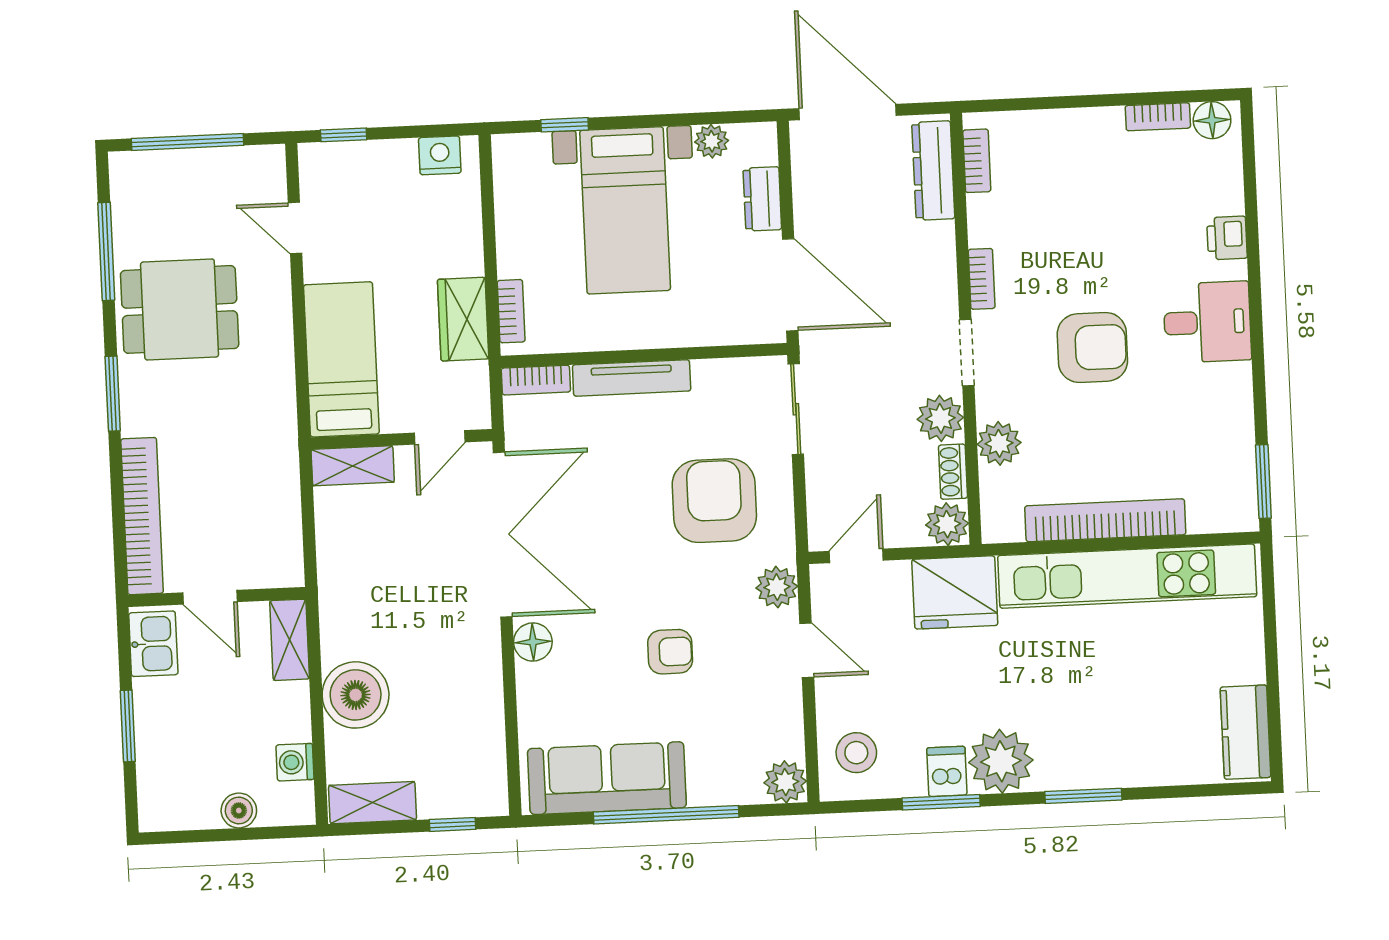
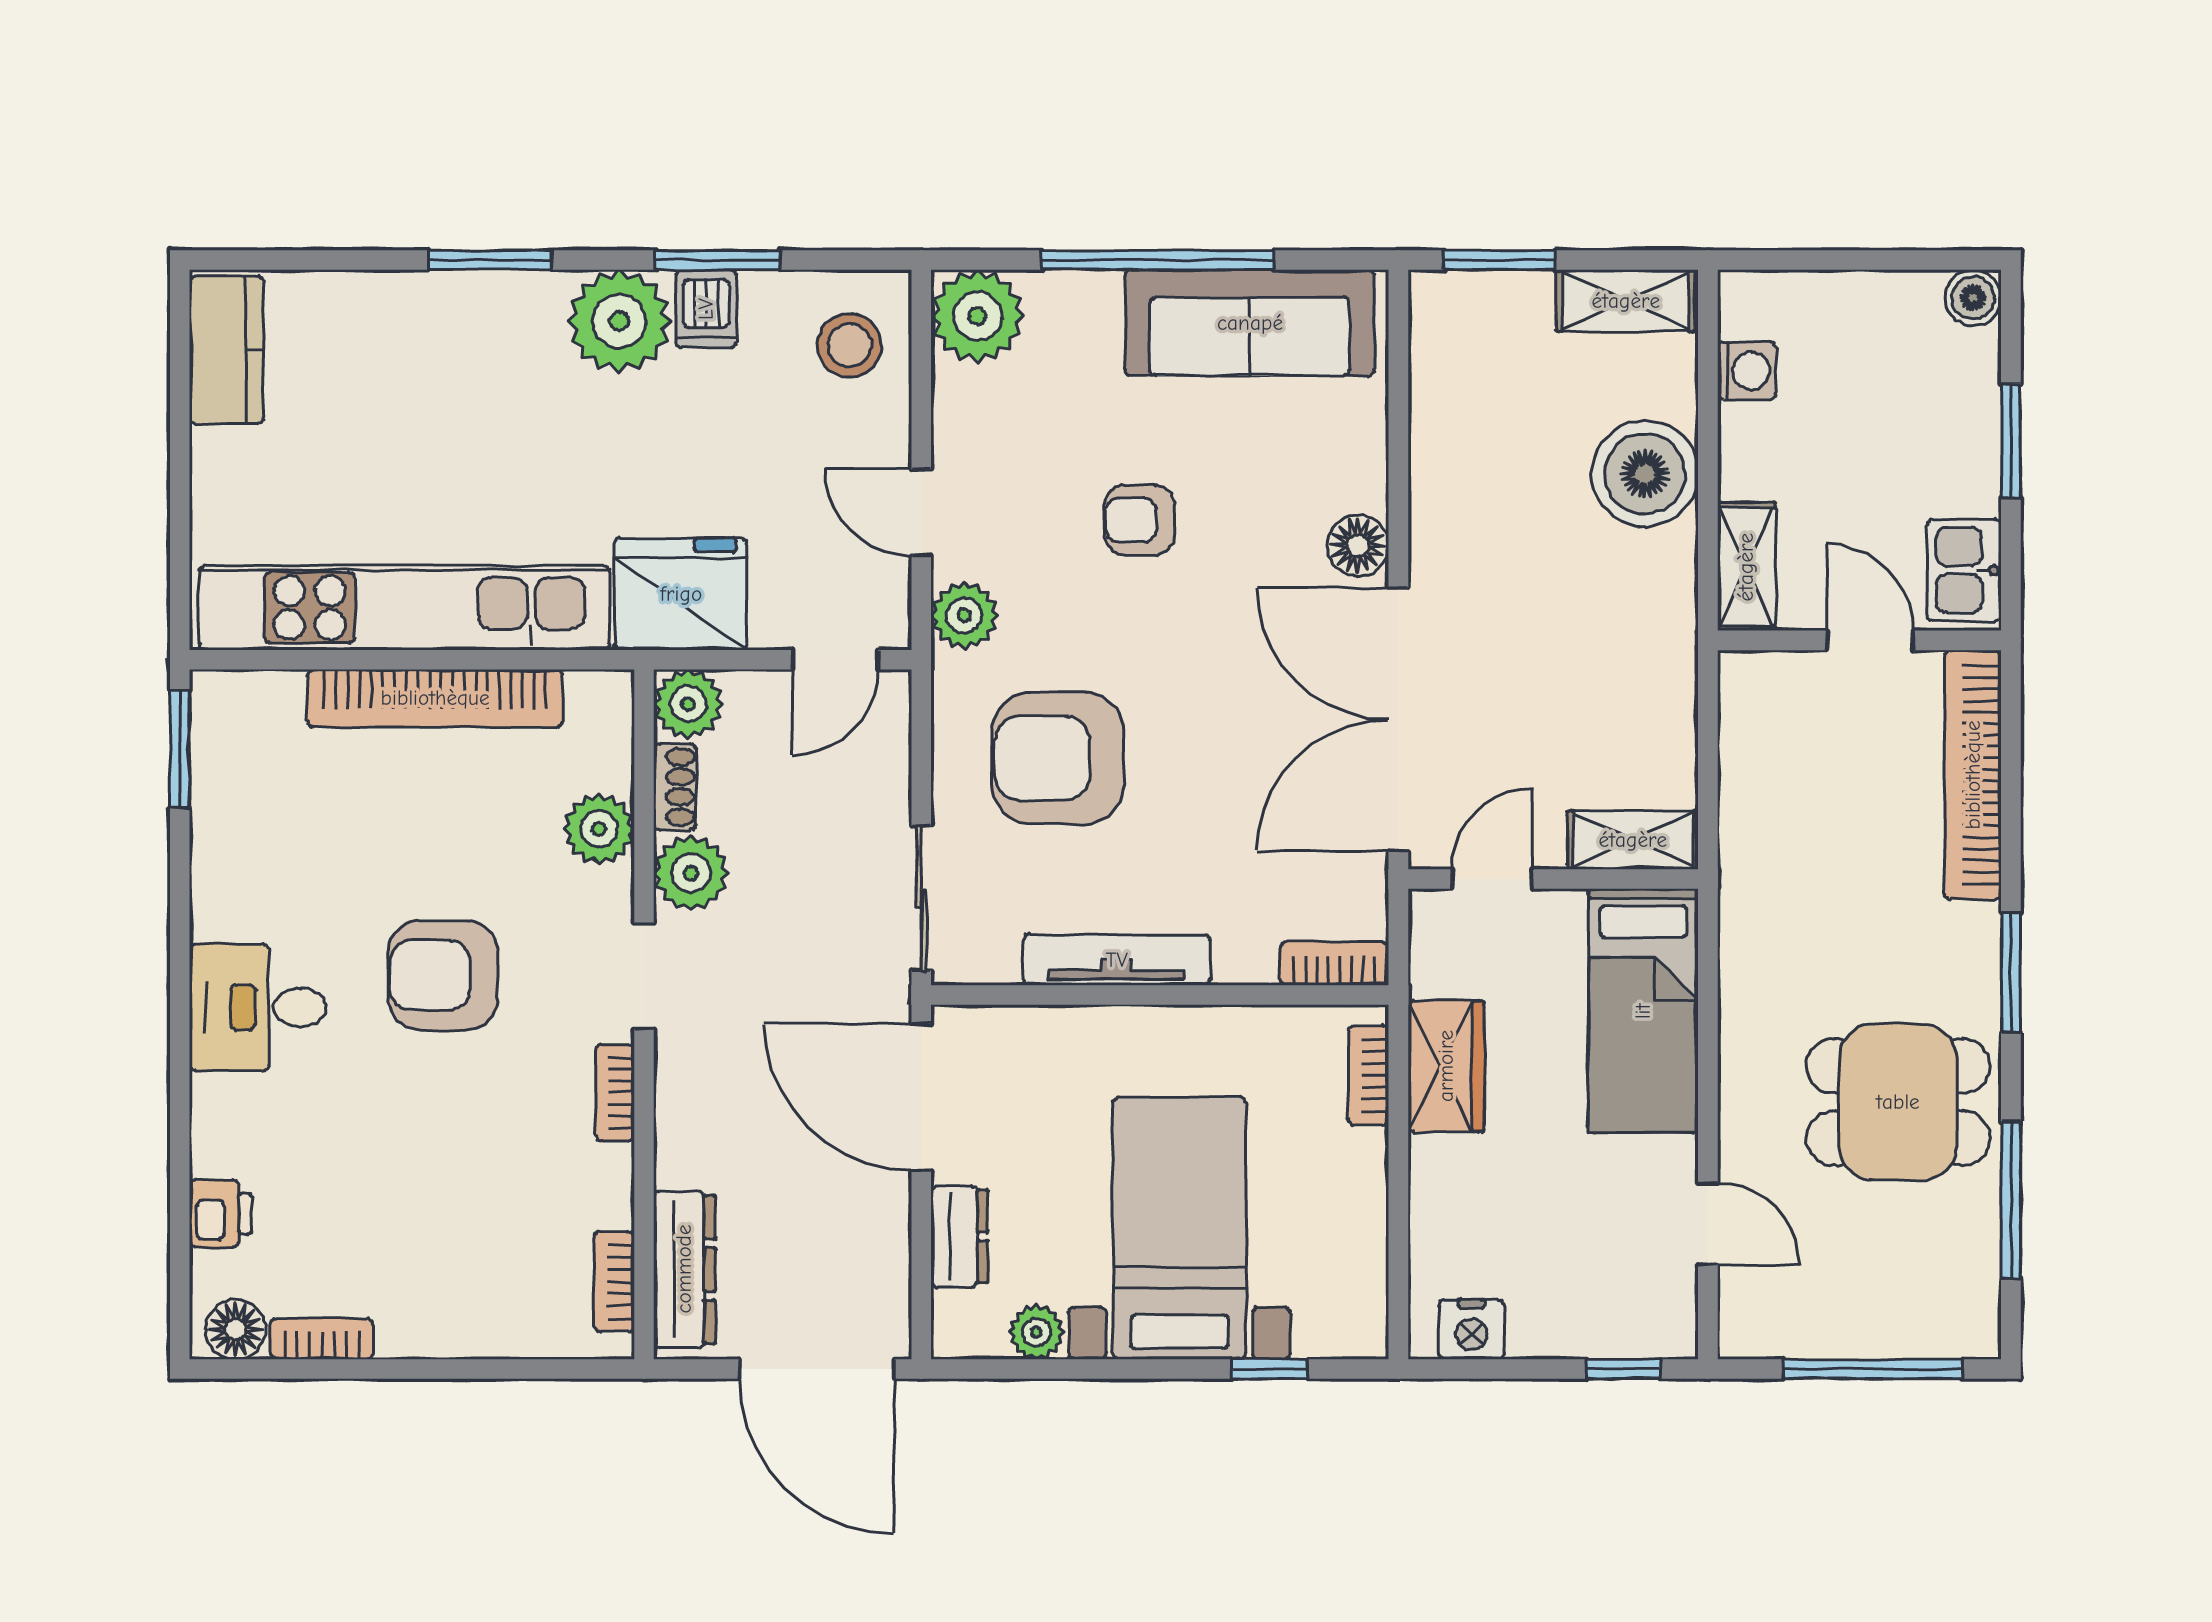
printer: (1227, 238) -> (220, 1213), moved
tv unit: (632, 378) -> (1117, 960), moved
armchair: (714, 501) -> (1058, 758), turned 90
plant: (785, 782) -> (977, 316), width x1.36, depth x1.36
boiler: (239, 810) -> (1973, 298), moved
window: (452, 824) -> (1500, 260), width x1.50

